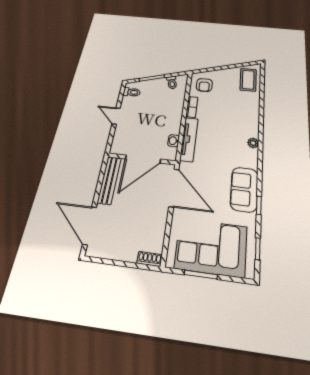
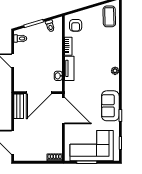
tv unit: (189, 139) -> (69, 68), width x0.71
bench: (109, 180) -> (19, 106), width x0.73

